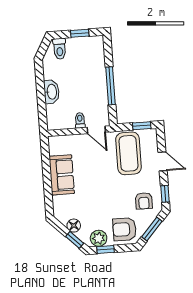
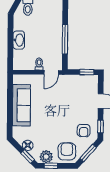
door: (96, 130) -> (51, 72), hinge flipped
coffee table: (128, 153) -> (75, 93), removed
sofa: (62, 175) -> (22, 105), width x1.36
armchair: (124, 229) -> (67, 151), turned 90

